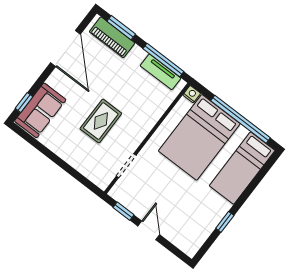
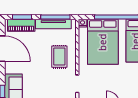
tv unit: (161, 72) -> (53, 24), width x1.41
rug: (101, 121) -> (59, 57), moved

